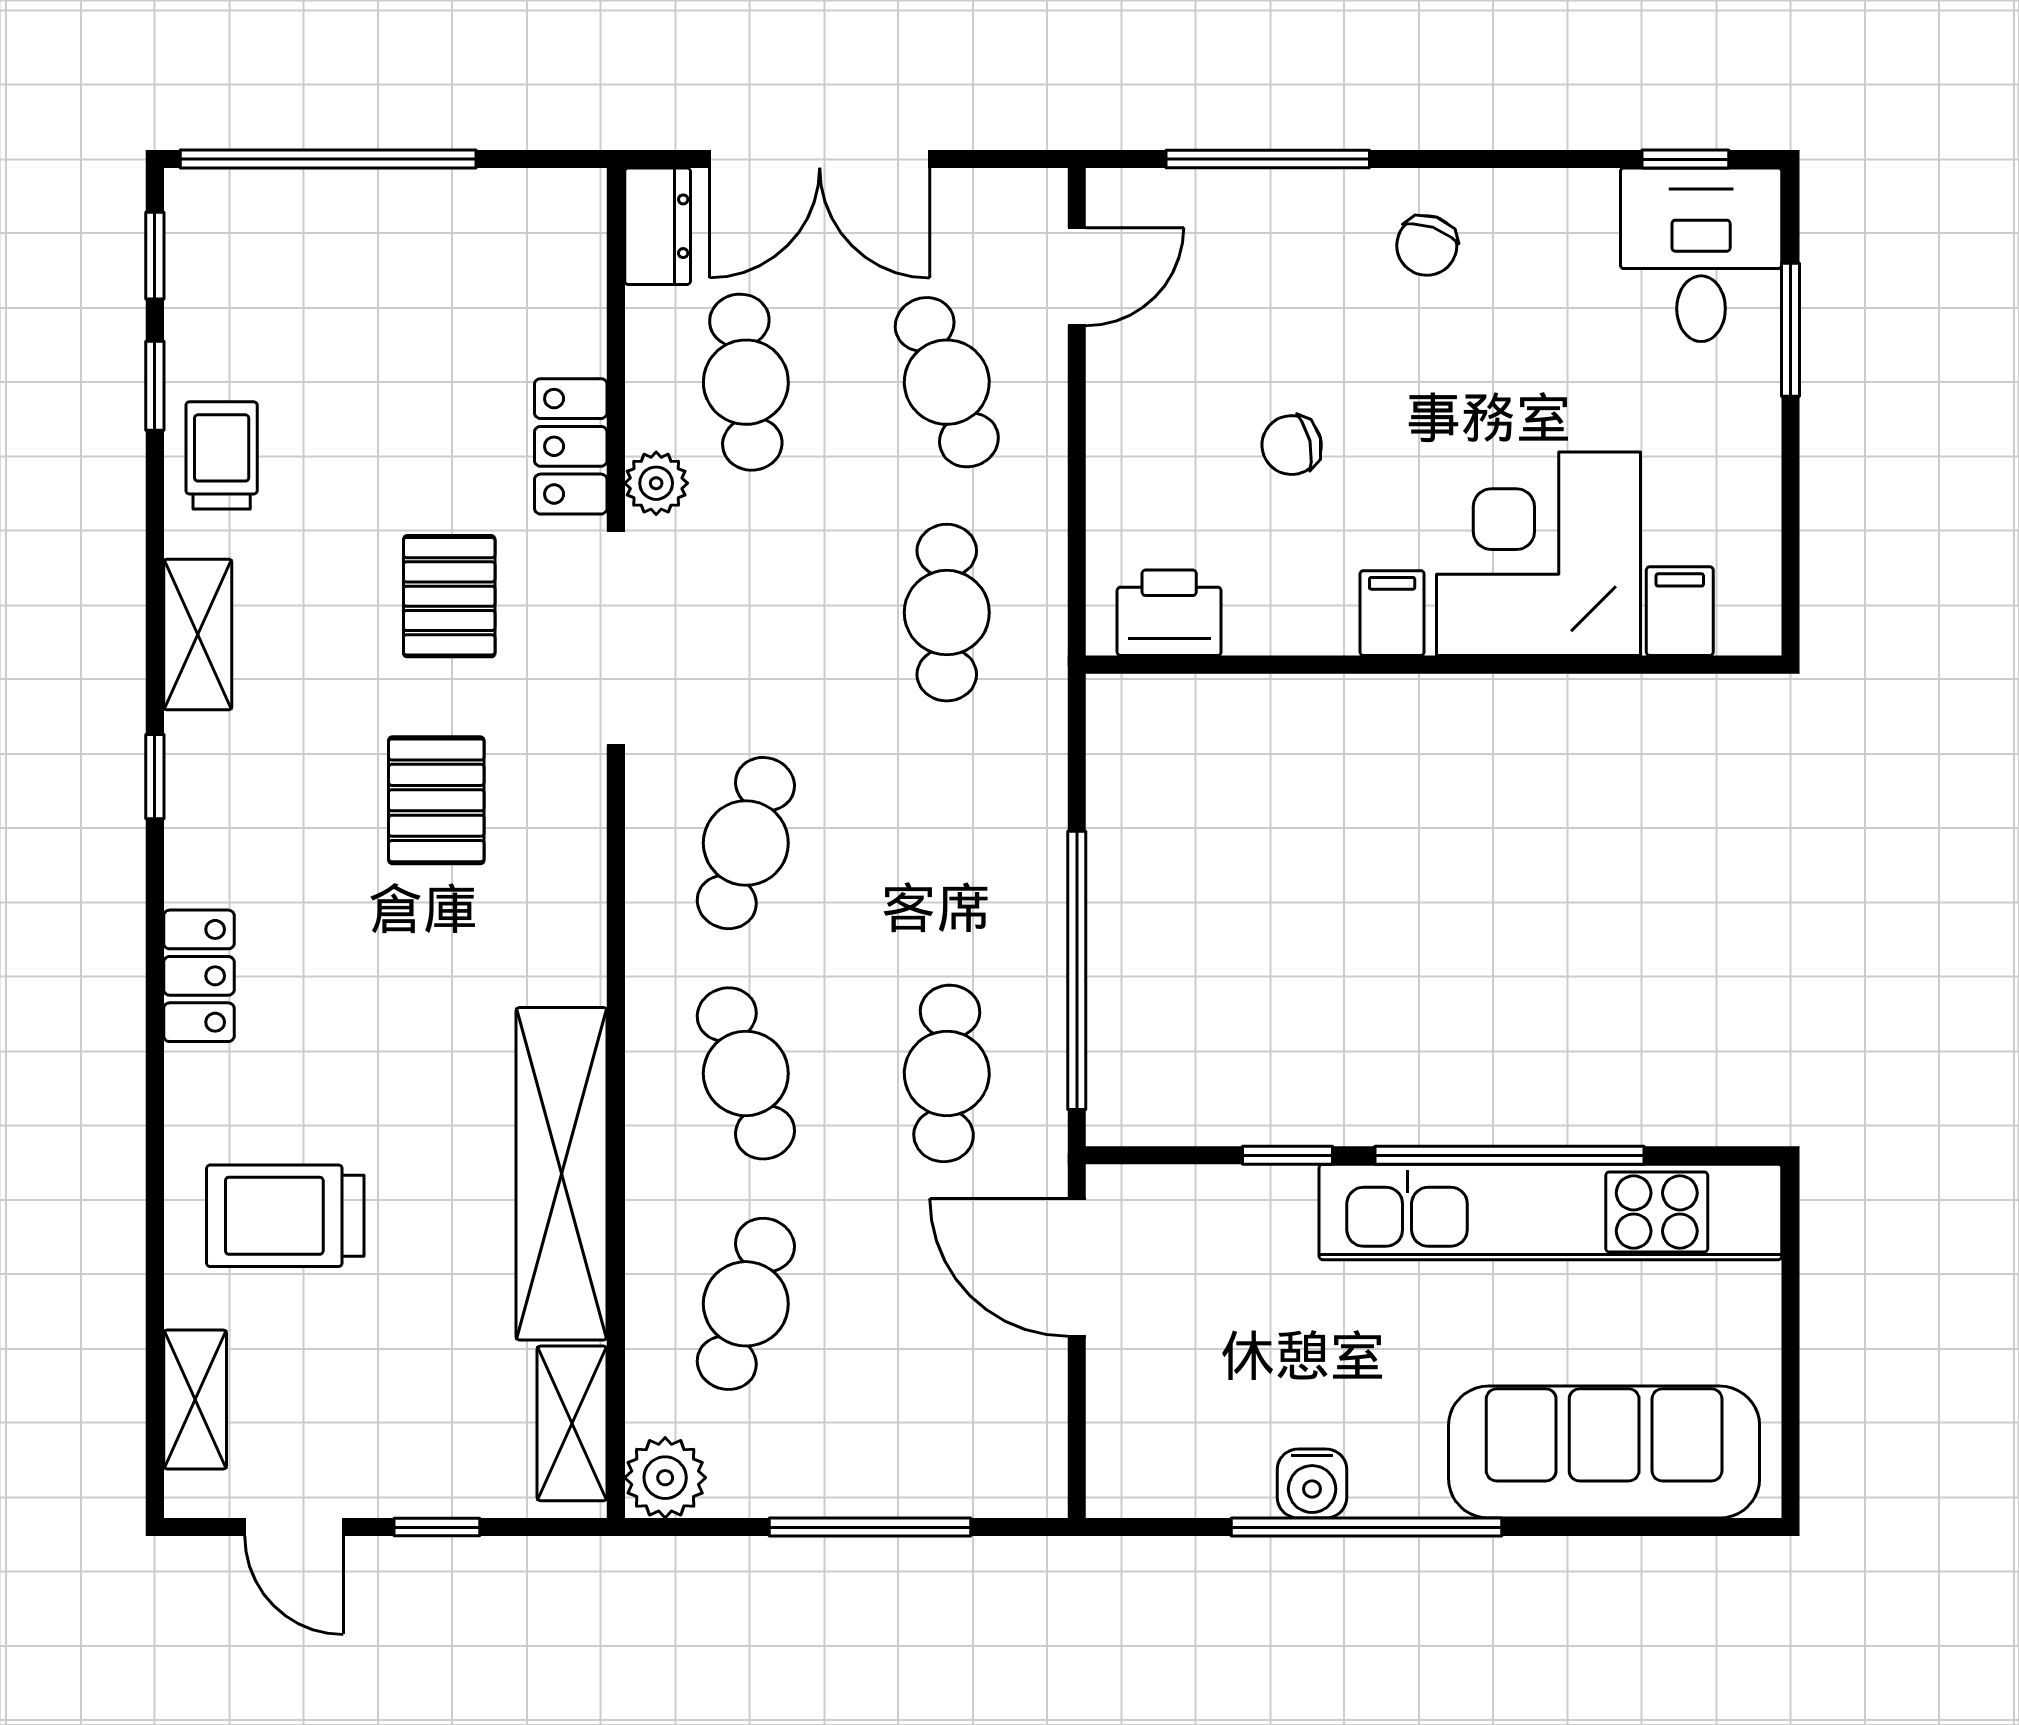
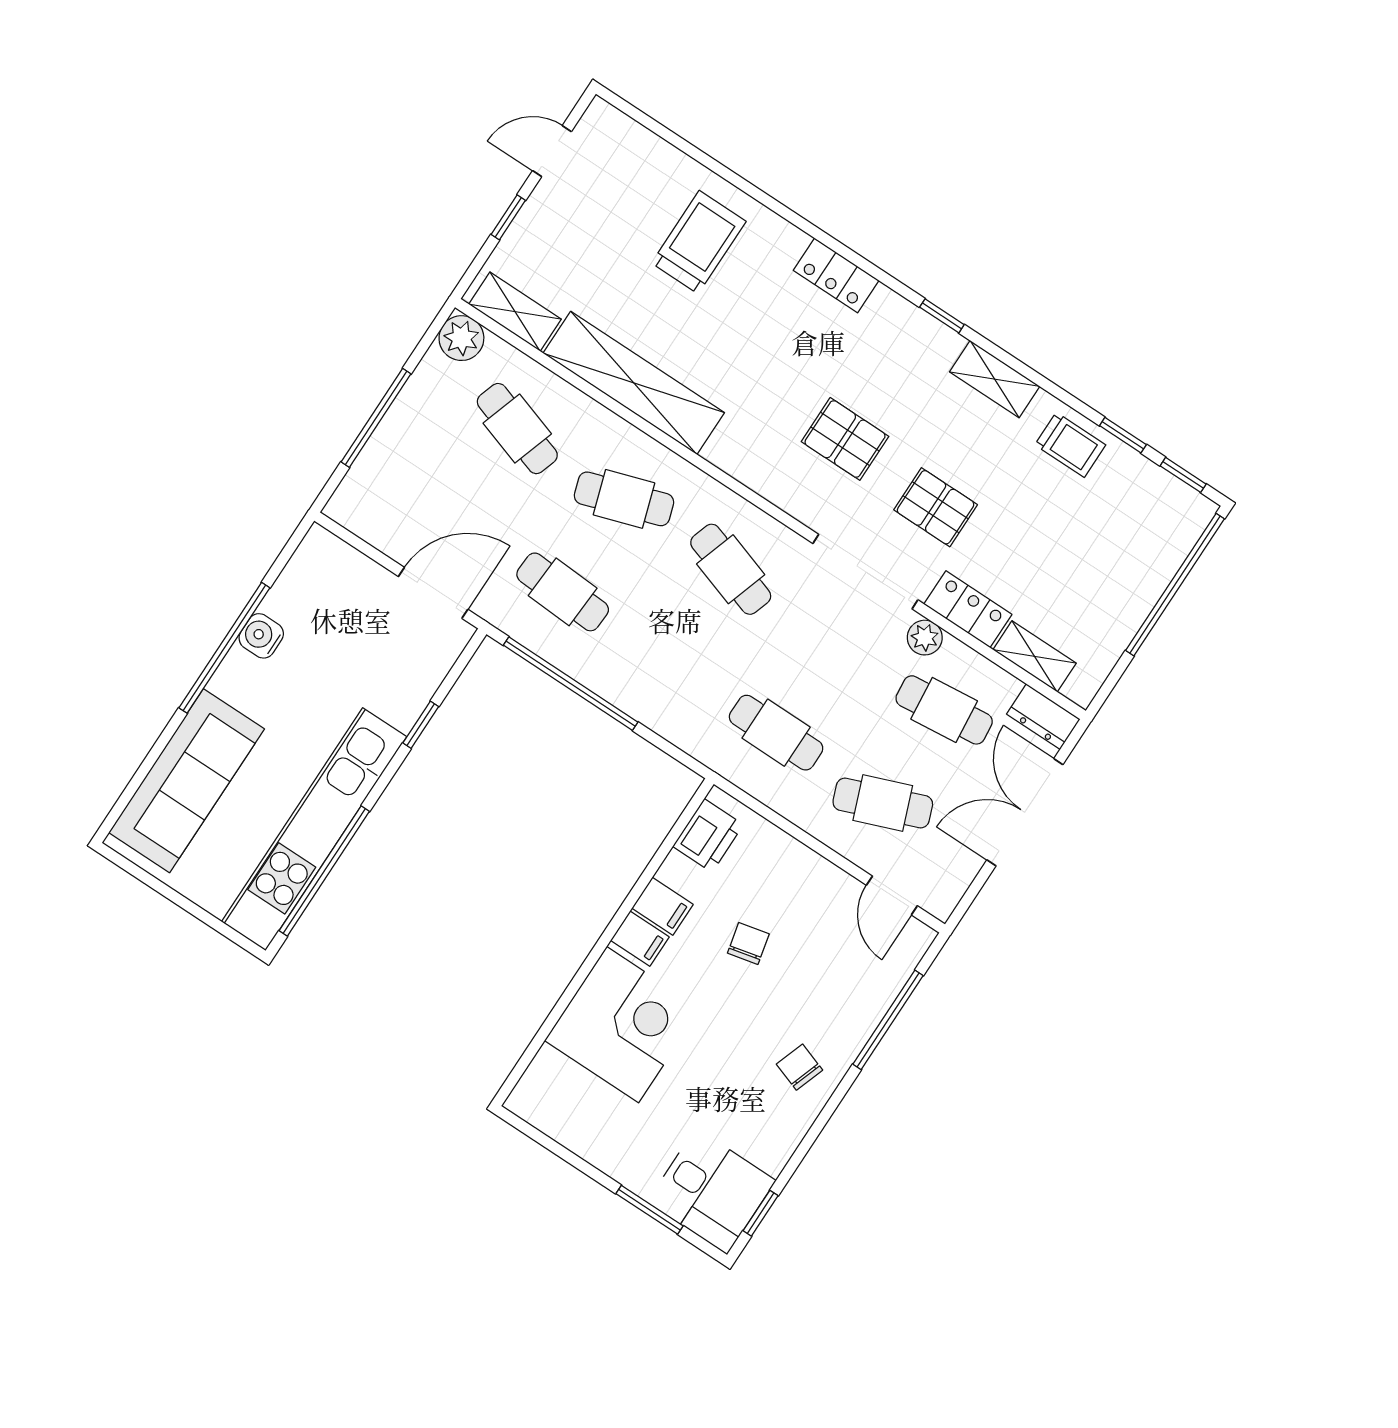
filing cabinet: (1680, 611) -> (663, 906), moved
window: (1510, 1155) -> (324, 871), moved
shelving: (195, 1399) -> (1035, 656), moved

